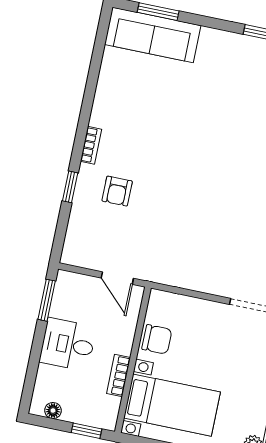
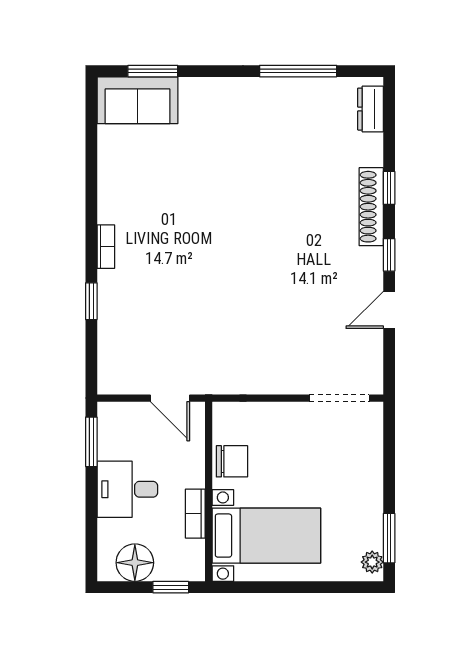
sofa: (153, 35) -> (138, 100), width x0.73
armchair: (117, 191) -> (148, 295), removed
floor lamp: (53, 411) -> (135, 563), width x1.89, depth x1.89

